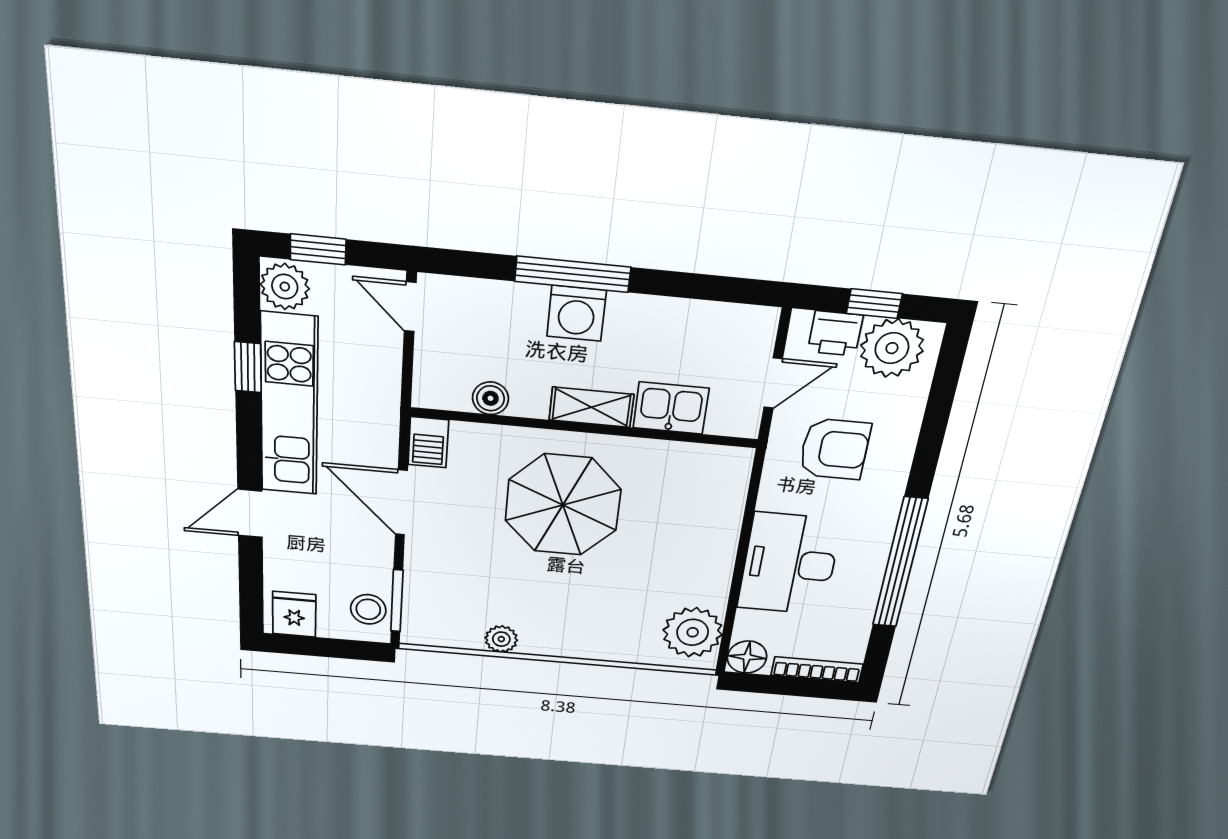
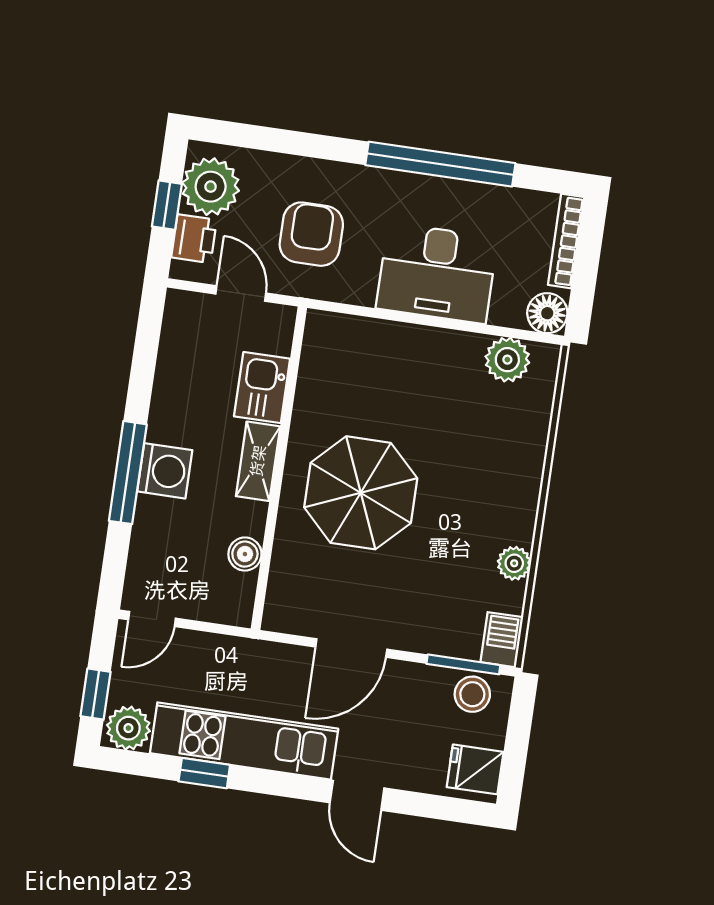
barbecue: (428, 442) -> (502, 640), moved, turned -90
plant: (693, 632) -> (507, 360), width x0.73, depth x0.73

